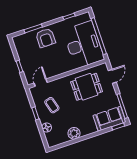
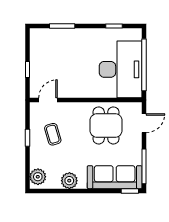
armchair: (46, 38) -> (74, 44), removed
dining table: (87, 87) -> (106, 125), turned 90
sofa: (109, 119) -> (115, 177), width x1.36
floor lamp: (47, 127) -> (36, 161), removed
plant: (51, 138) -> (38, 177), added

